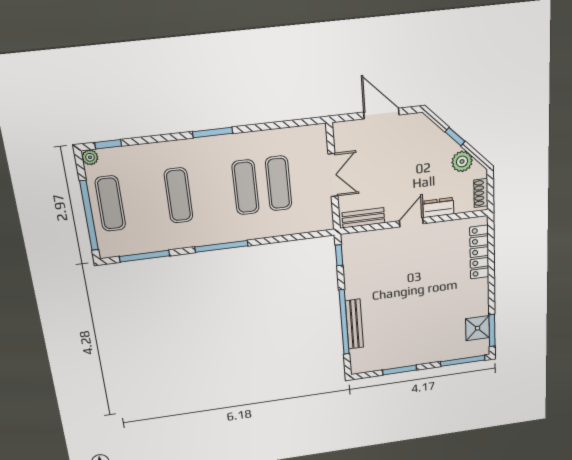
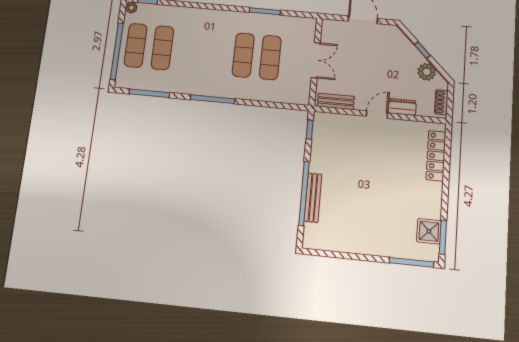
window: (213, 132) -> (265, 11), moved
exercise mat: (178, 195) -> (162, 48), moved
window: (400, 370) -> (349, 256), removed

